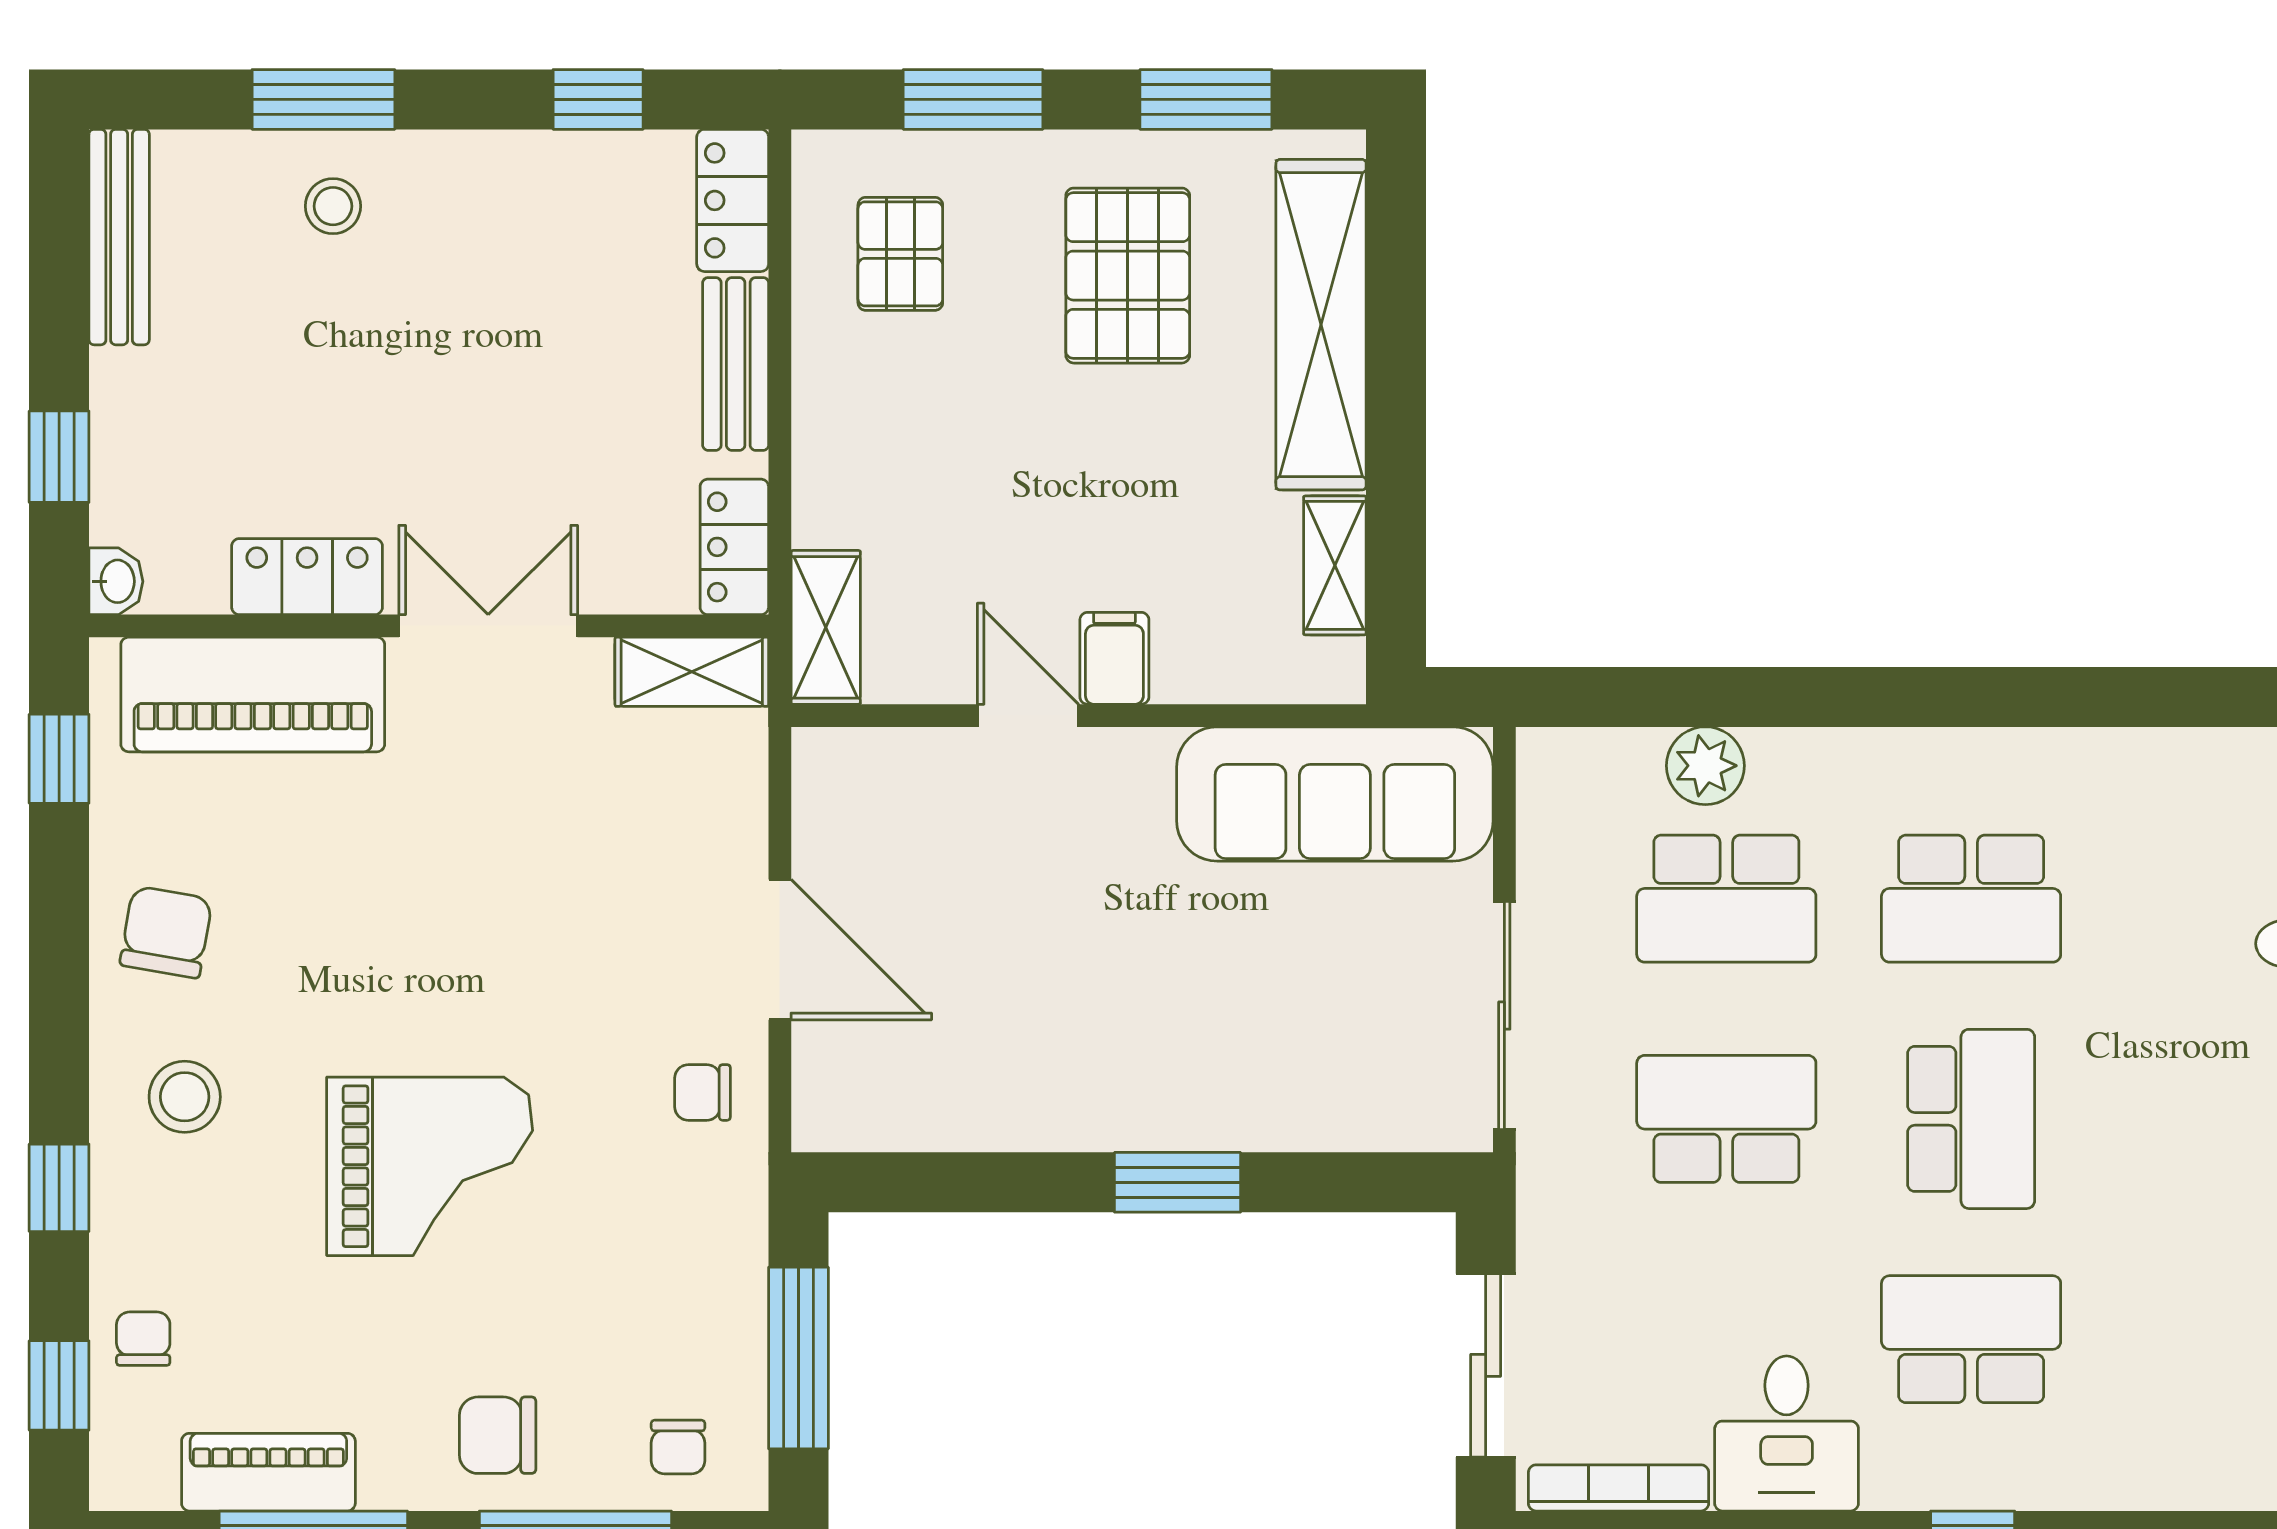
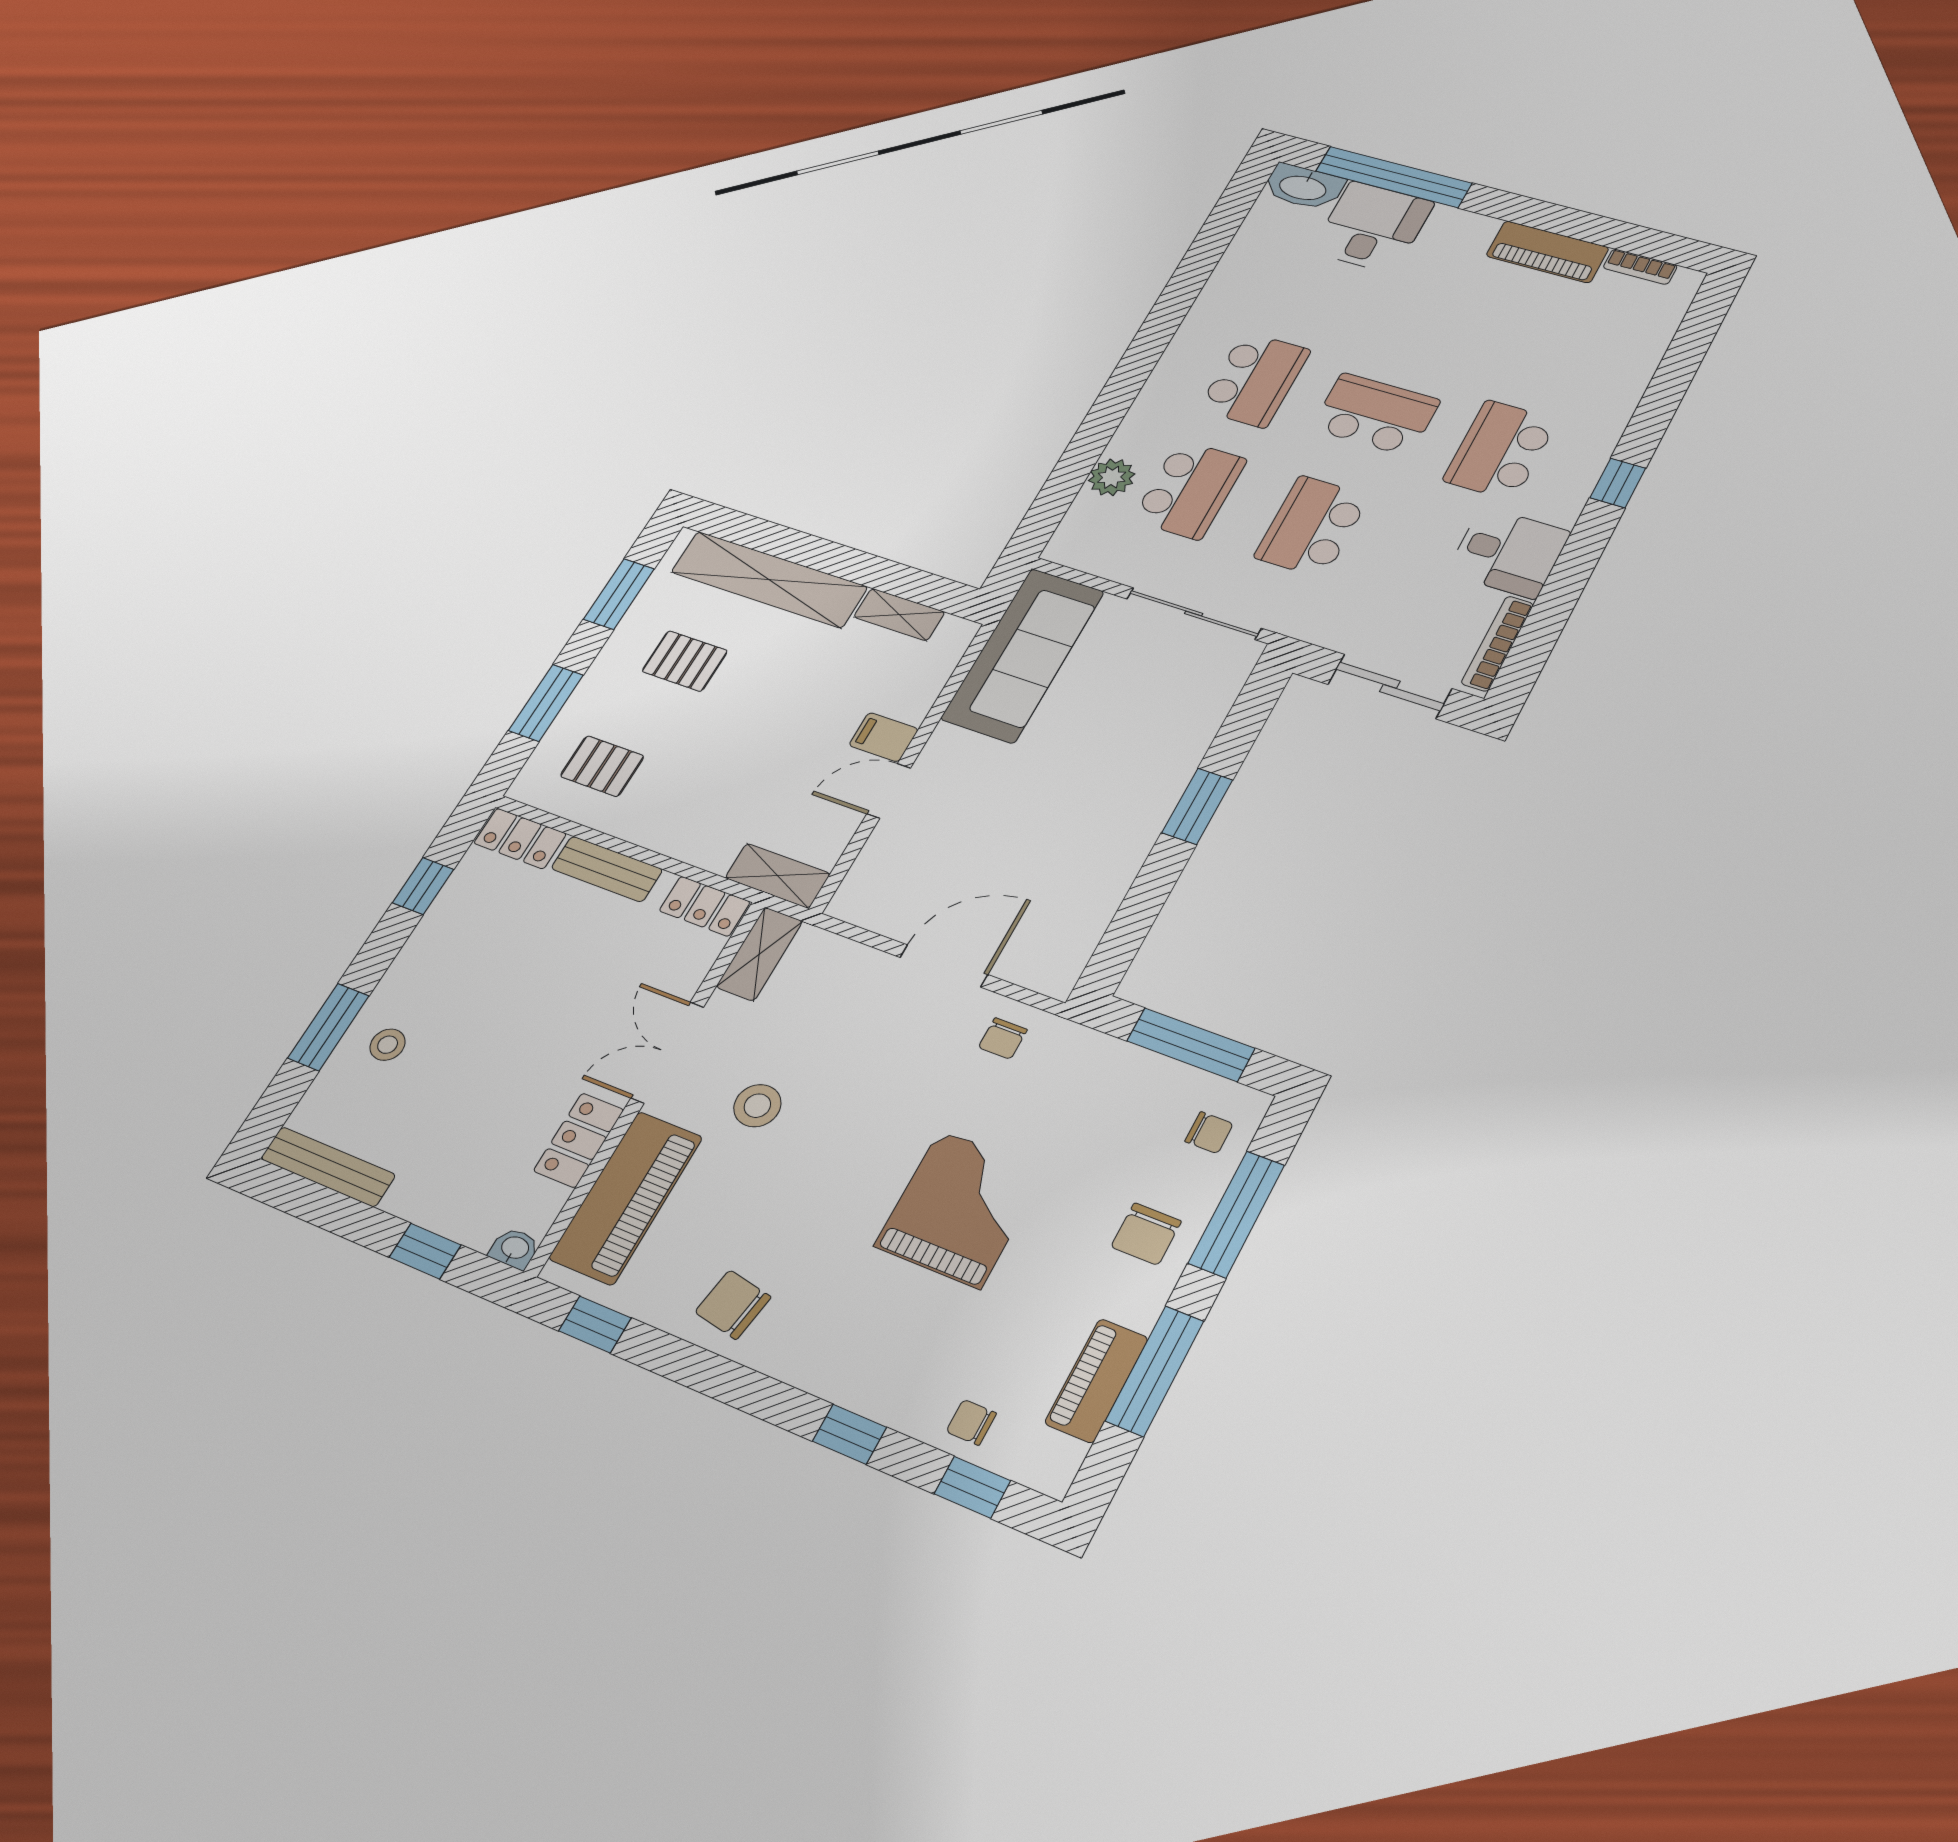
pallet: (1128, 276) -> (685, 661), width x0.67, depth x0.71
stool: (185, 1097) -> (757, 1106), moved

